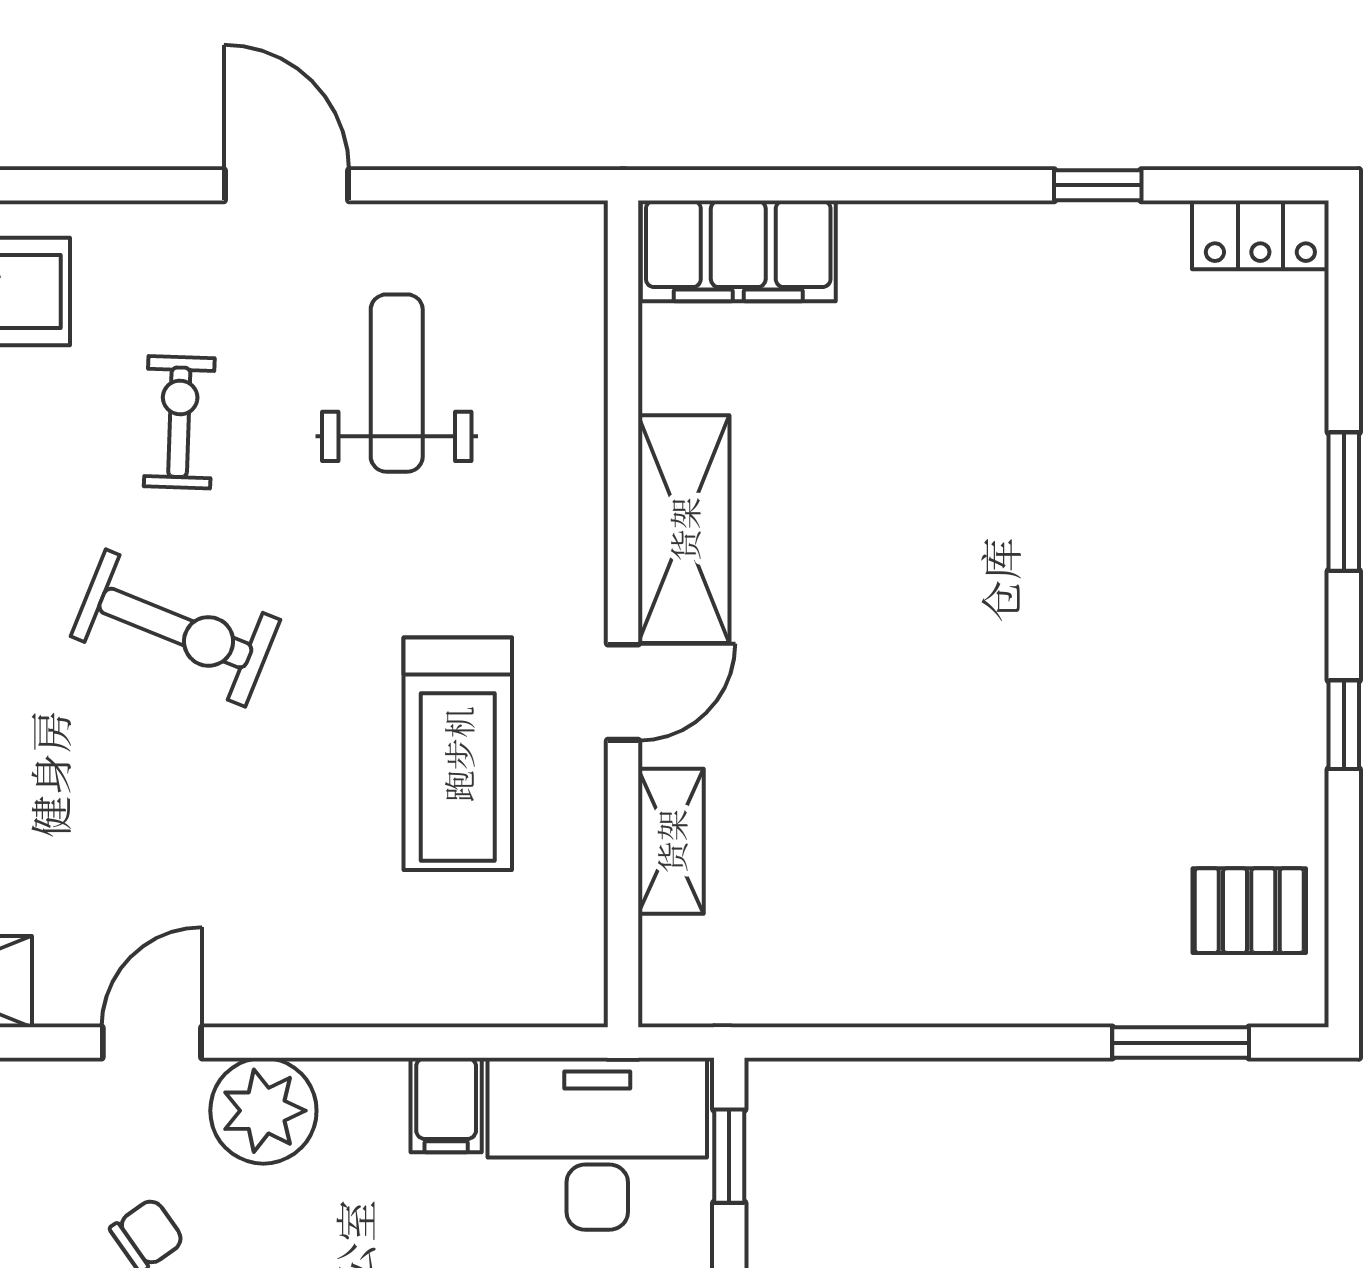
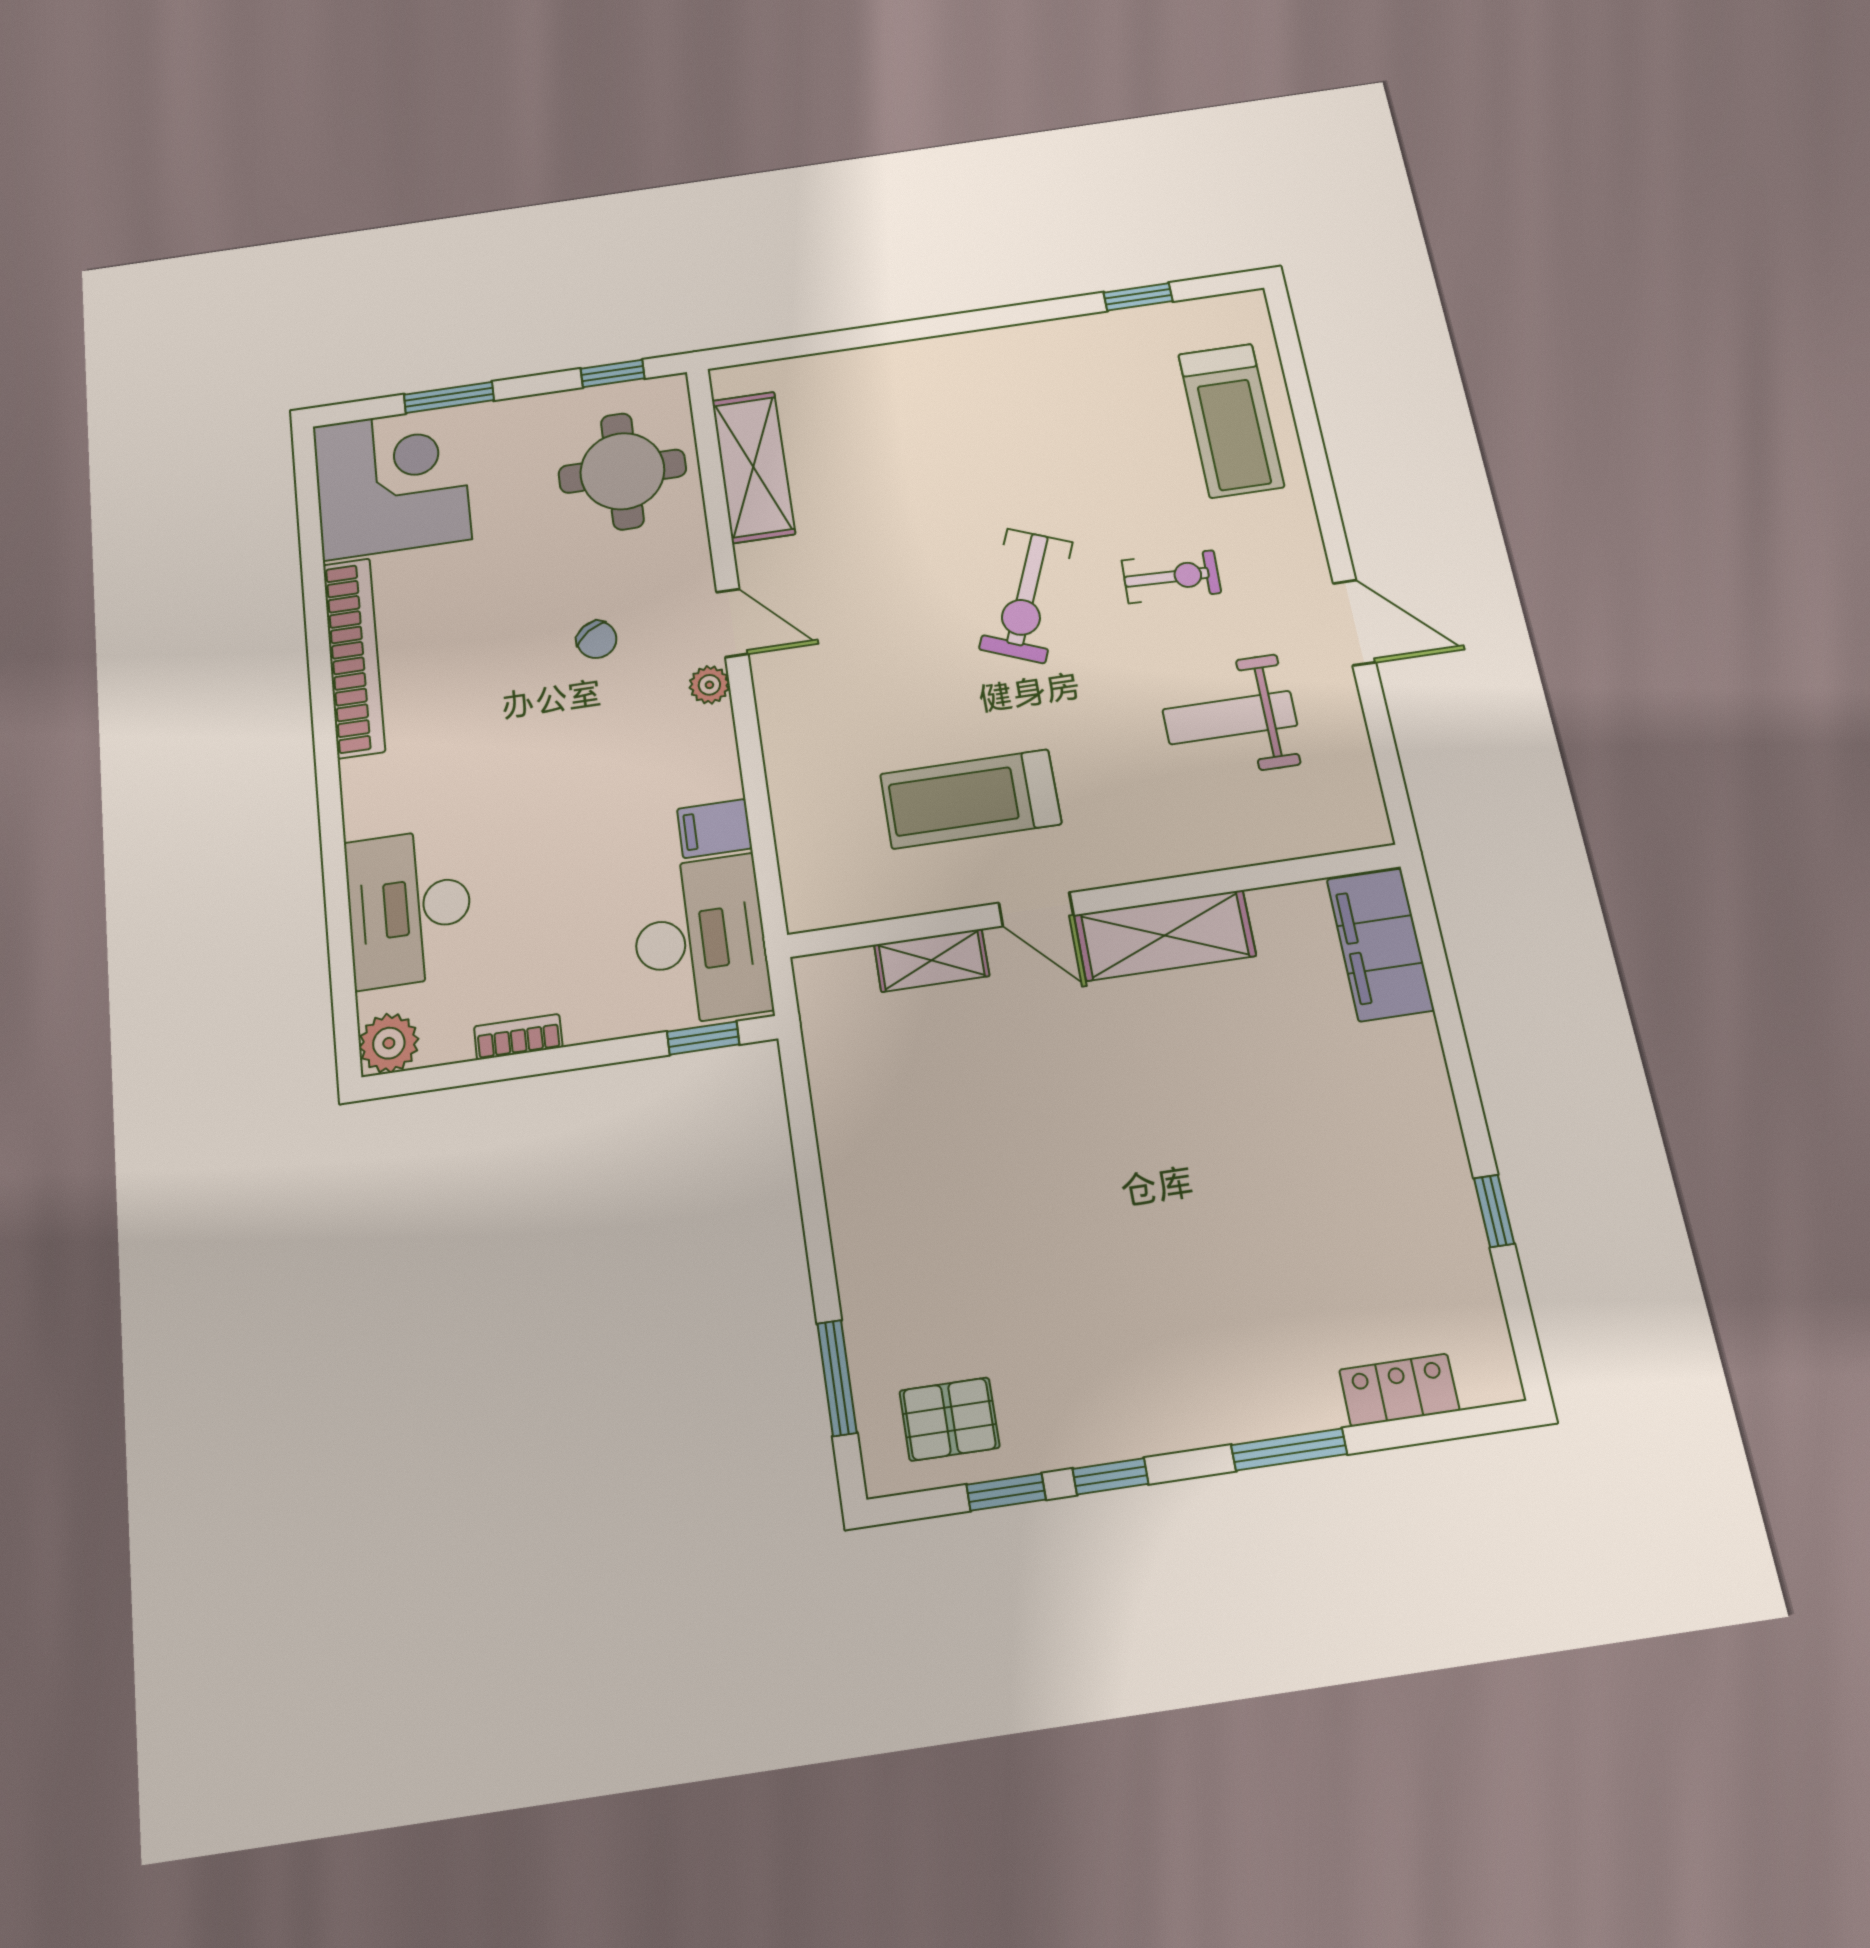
door: (286, 185) -> (1354, 623), hinge flipped
locker: (1260, 235) -> (1399, 1390), moved, turned 90
weight bench: (397, 383) -> (1230, 718), turned 180
window: (1344, 855) -> (1006, 1492), added
pallet: (1249, 911) -> (949, 1419), turned 90
plant: (263, 1111) -> (709, 685), width x0.53, depth x0.53

